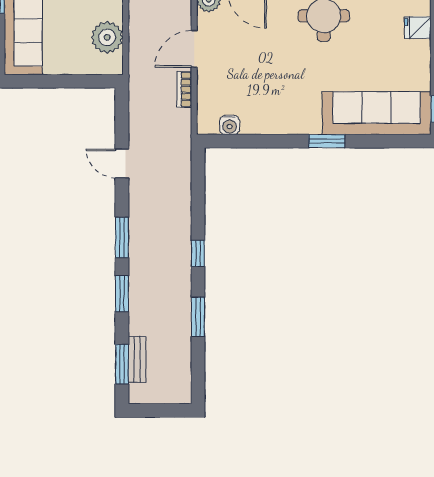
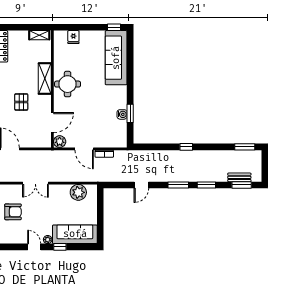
water cooler: (230, 125) -> (122, 114), moved
window: (327, 141) -> (130, 113), moved
window: (198, 317) -> (245, 147), moved

